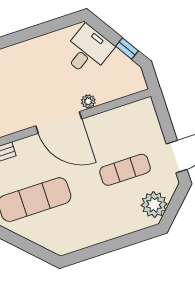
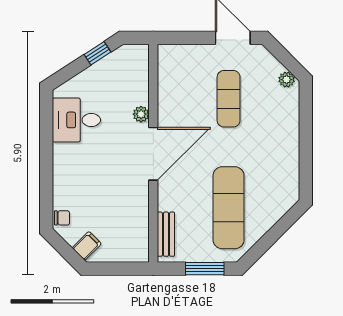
desk: (88, 51) -> (76, 120), moved, turned -57
plant: (154, 205) -> (287, 80), width x0.53, depth x0.53

